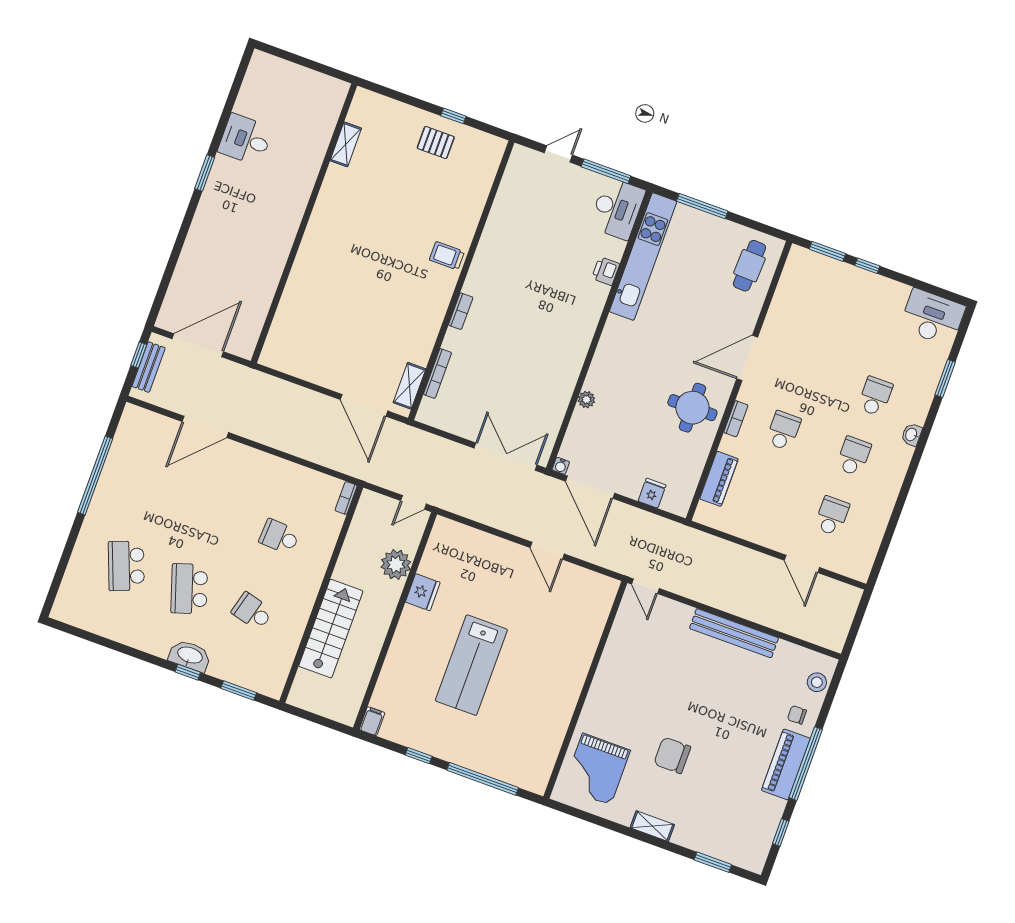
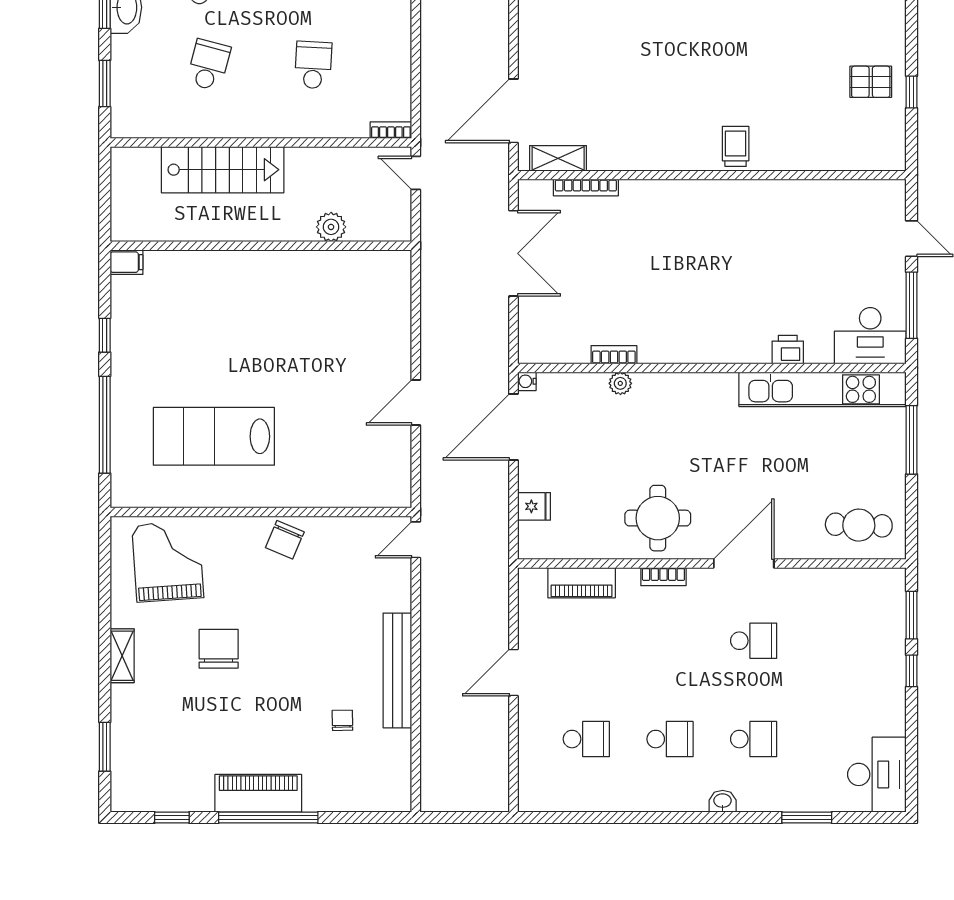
pallet: (436, 143) -> (871, 82), turned 90
bookcase: (461, 311) -> (614, 355), moved, turned 180
door: (747, 358) -> (744, 564), hinge flipped
school desk: (783, 431) -> (754, 641), moved
double door: (505, 457) -> (514, 253), moved
door: (413, 502) -> (416, 173), moved
plant: (396, 564) -> (331, 227), width x0.73, depth x0.73
door: (802, 564) -> (514, 673), moved
fridge: (423, 592) -> (309, 267), removed
lab bench: (471, 665) -> (214, 436), moved
chair: (611, 680) -> (285, 540), added
stool: (817, 682) -> (374, 795), removed
chair: (797, 715) -> (342, 720), moved
grand piano: (597, 769) -> (168, 561), turned 86

